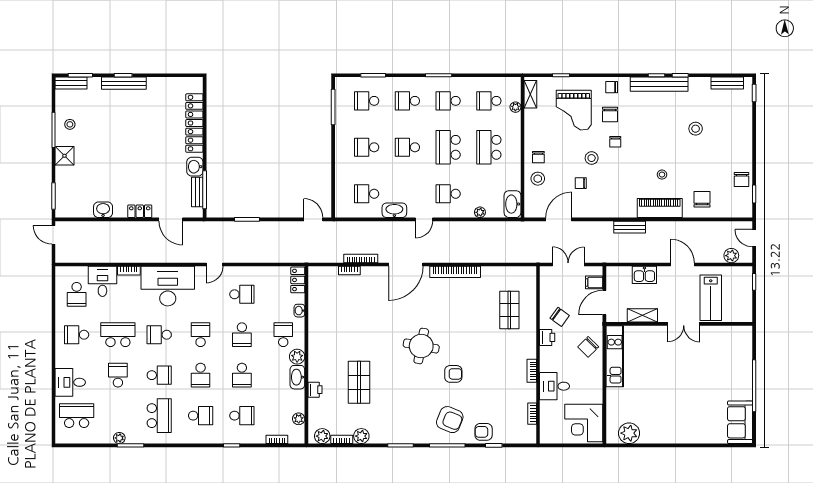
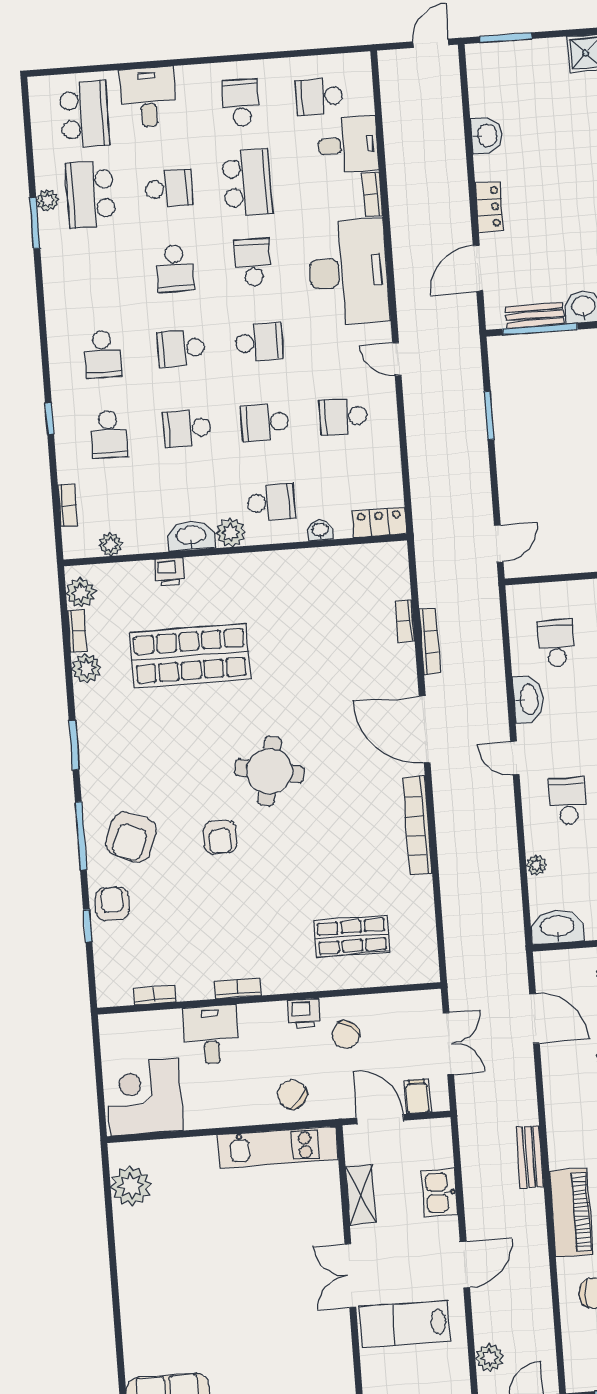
school desk: (242, 294) -> (343, 417), turned 90
shop shelf: (359, 382) -> (190, 656), width x1.43, depth x1.36
school desk: (159, 416) -> (91, 194), moved, turned 90

